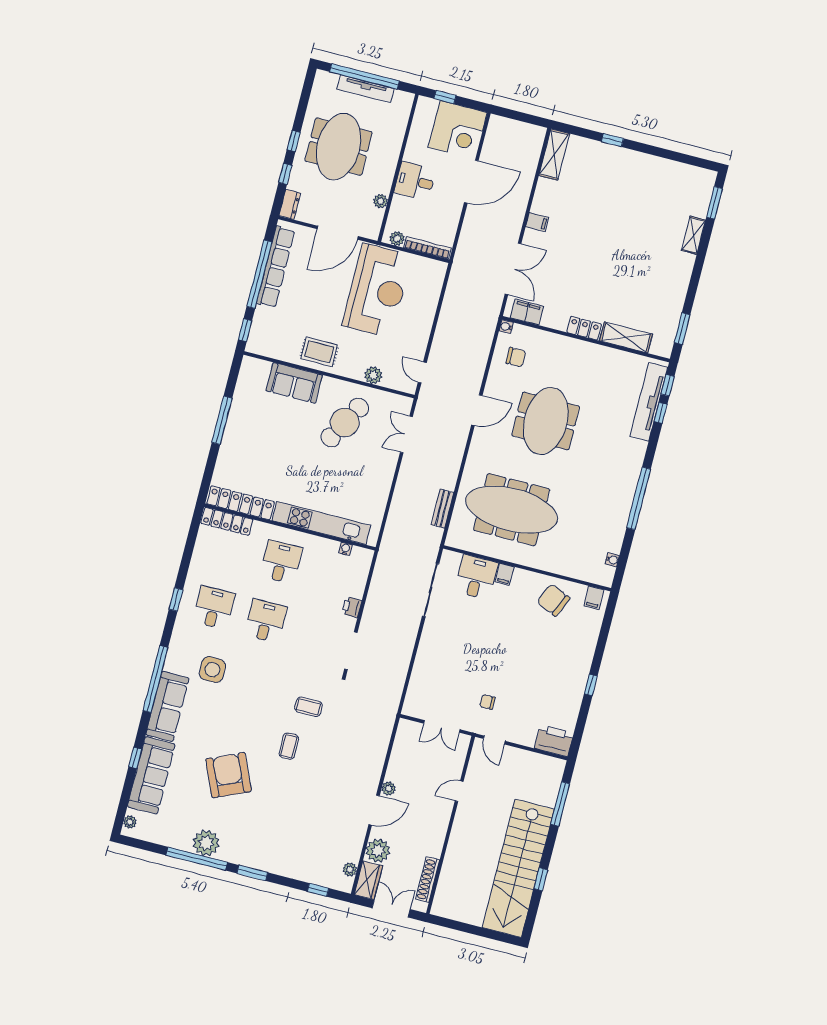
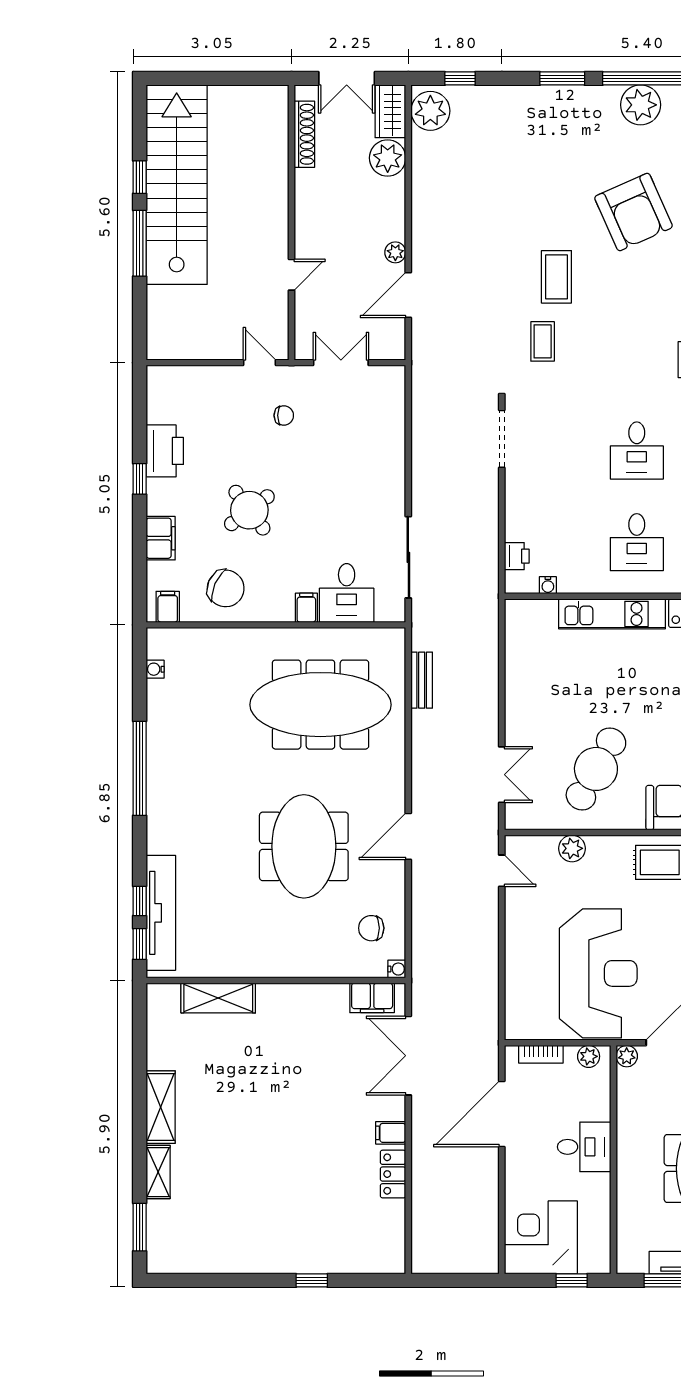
shelving: (554, 155) -> (161, 1107), moved
door: (471, 182) -> (502, 1114), moved
plant: (381, 201) -> (627, 1056), moved
bookcase: (427, 248) -> (541, 1054), width x0.64
reception desk: (377, 290) -> (598, 973), turned 180
locker: (584, 328) -> (393, 1174), moved, turned 90
window: (682, 329) -> (140, 1032), removed
kitchen unit: (321, 523) -> (612, 614), width x0.73
printer: (352, 607) -> (517, 556), moved
filing cabinet: (587, 643) -> (161, 538), added
round table: (525, 647) -> (249, 510), added
coffee table: (308, 707) -> (543, 341), turned 90
printer: (554, 741) -> (165, 451), moved, turned -90
coffee table: (289, 746) -> (556, 277), width x1.36, depth x1.30
window: (560, 804) -> (140, 243), moved
door: (374, 810) -> (408, 295), moved
plant: (350, 870) -> (430, 111), width x1.88, depth x1.88

